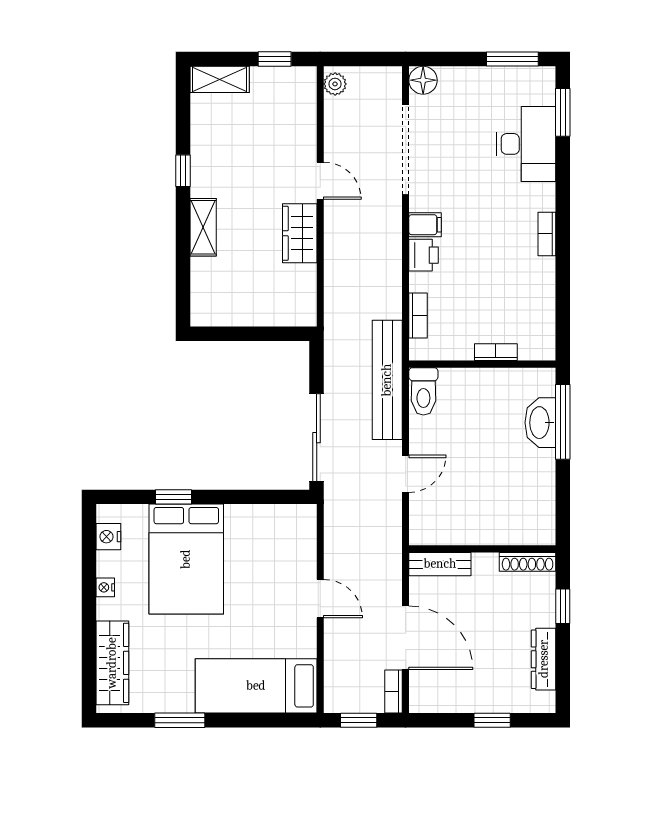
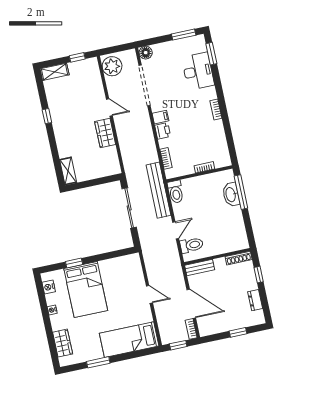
plant: (335, 84) -> (112, 66), width x1.88, depth x1.88
shelving: (203, 227) -> (68, 171), moved
sliding door: (317, 438) -> (129, 208), moved
toilet: (433, 513) -> (192, 245), added
dresser: (544, 659) -> (255, 300), width x0.70
wardrobe: (112, 663) -> (63, 343), width x0.67

